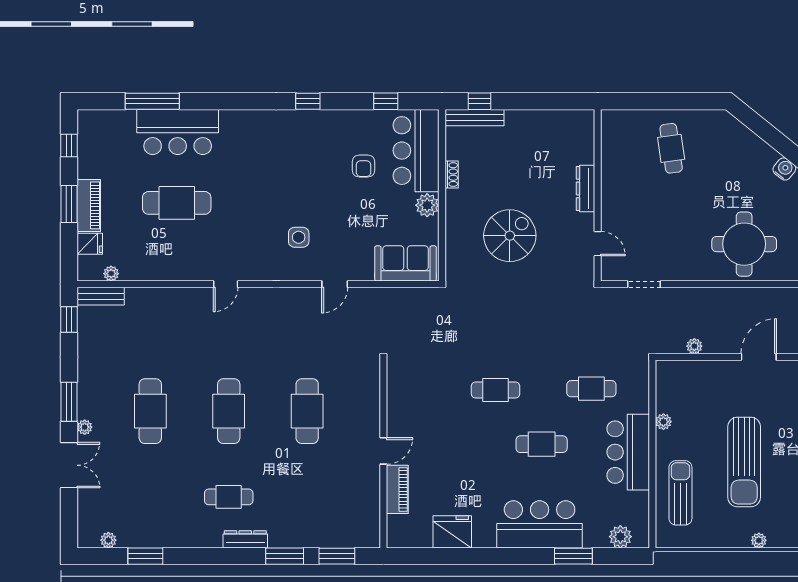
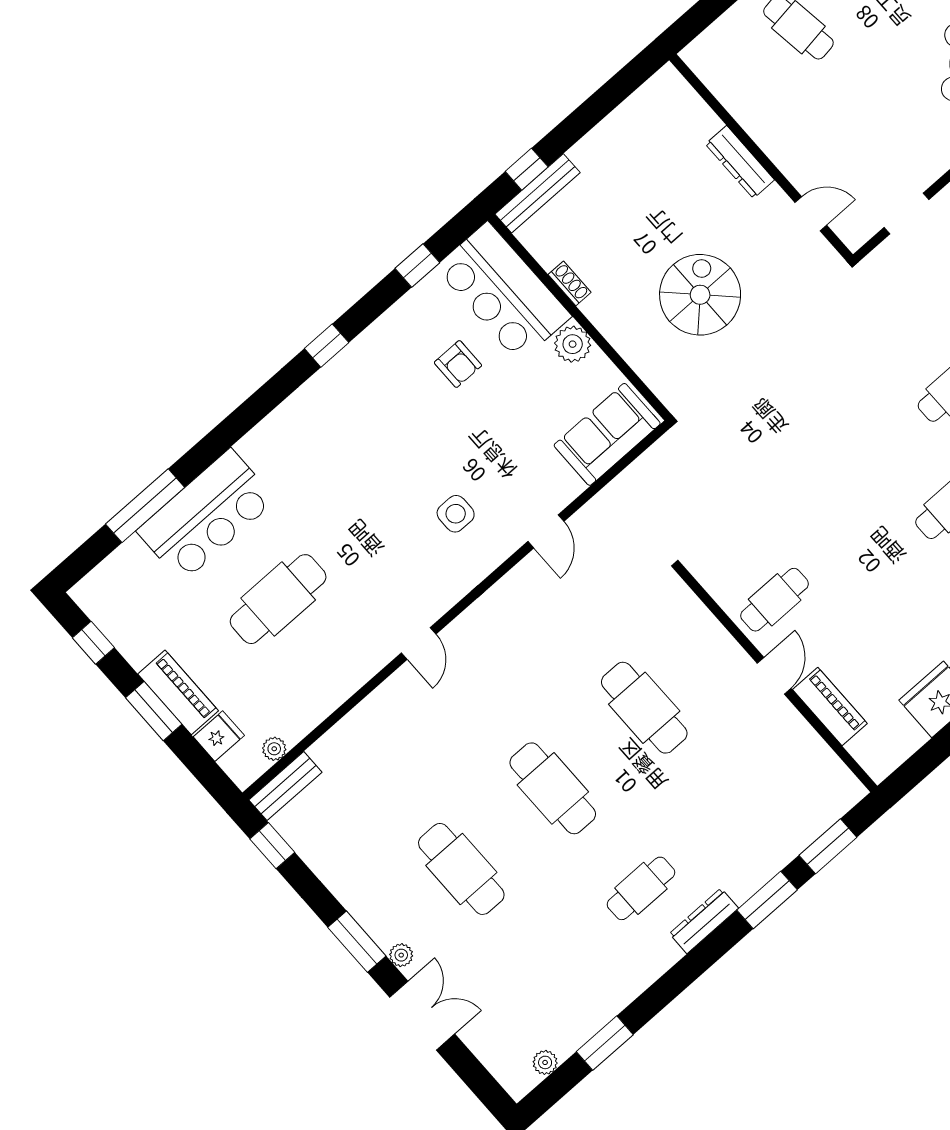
cafe table: (496, 390) -> (775, 600), moved

